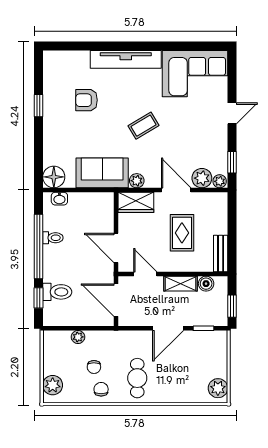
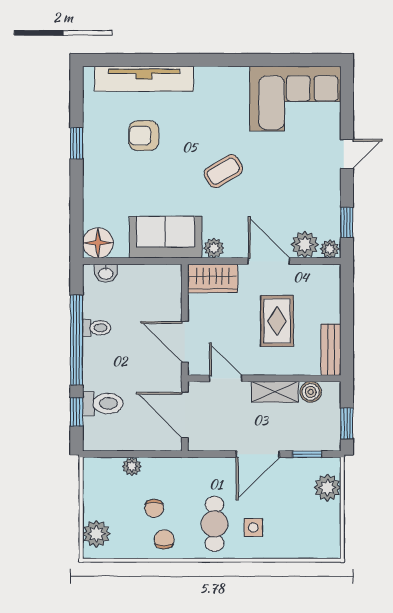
tv unit: (126, 59) -> (144, 79), moved
side table: (165, 381) -> (253, 527), added
plant: (218, 388) -> (327, 488), moved

